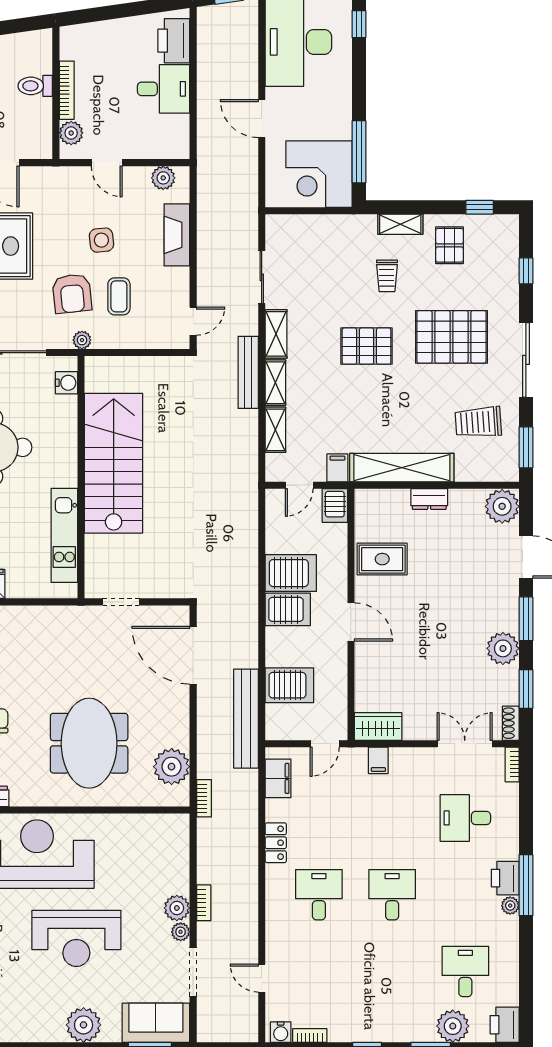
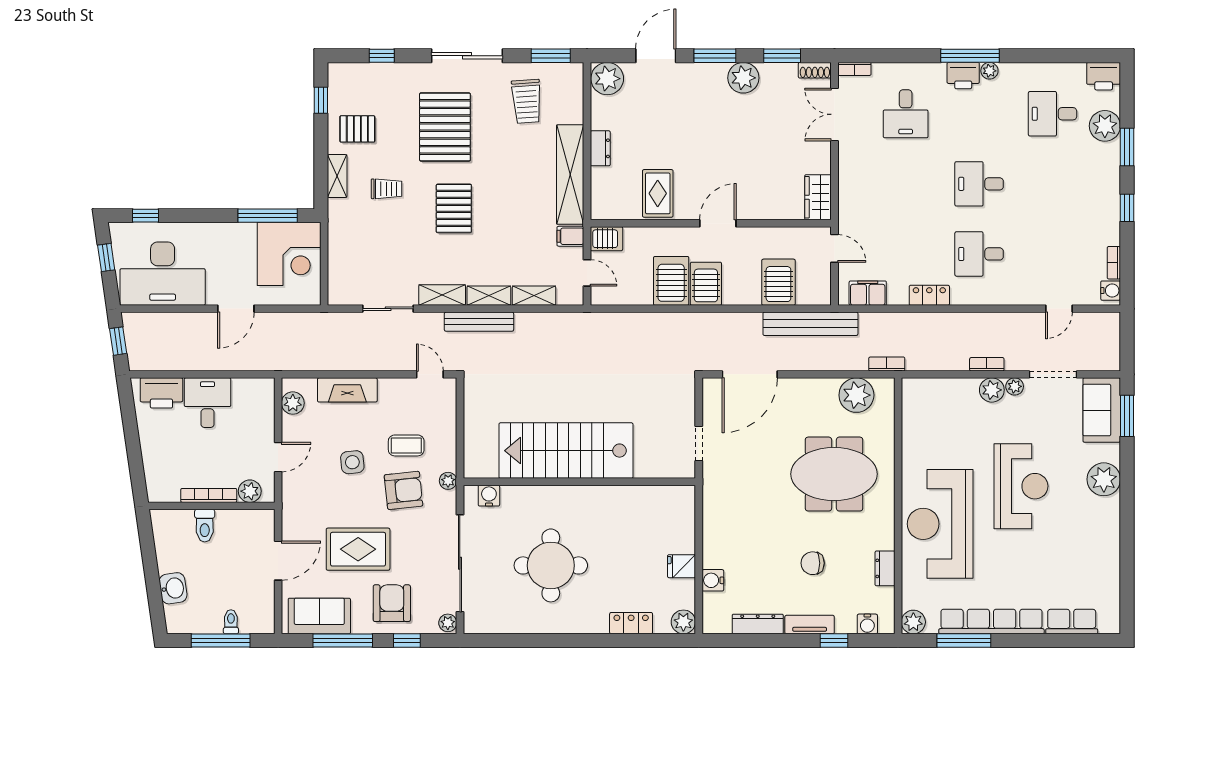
kitchen unit: (64, 535) -> (635, 498), removed
filing cabinet: (378, 760) -> (850, 197), removed

